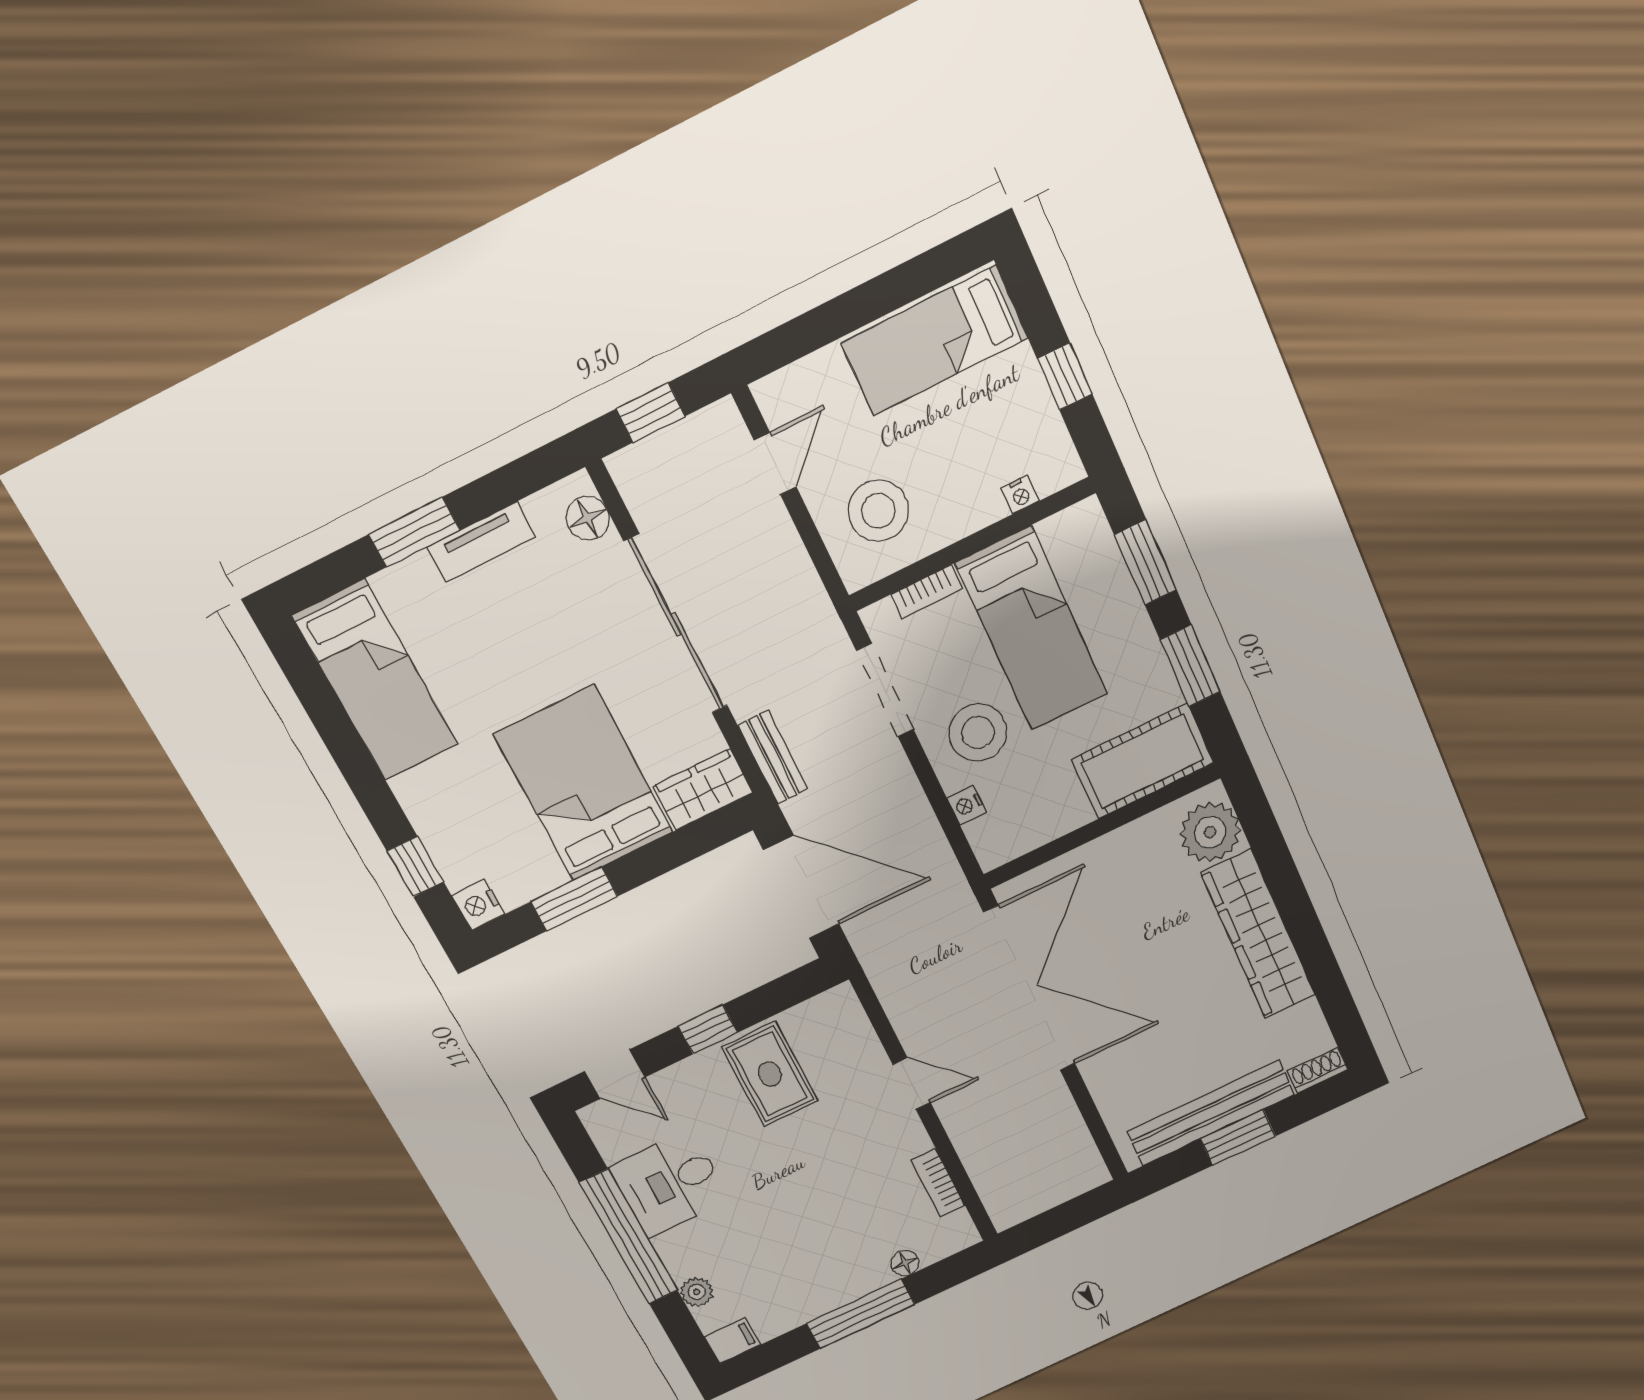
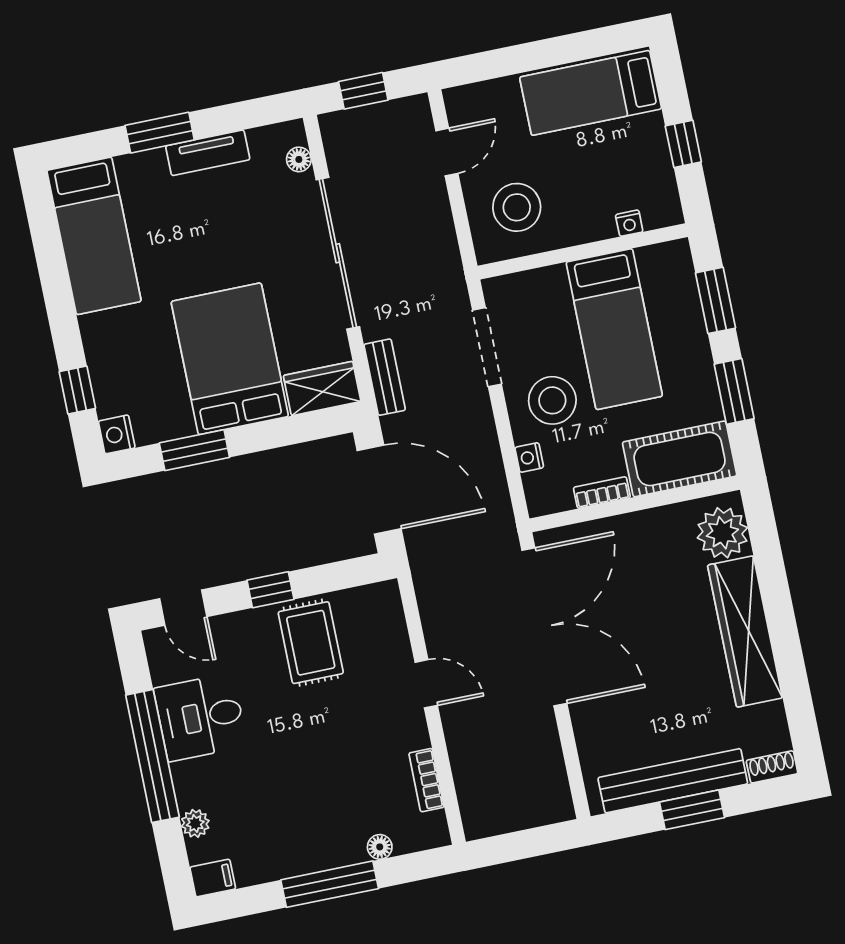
floor lamp: (588, 518) -> (299, 159), width x0.73, depth x0.73
bookcase: (927, 592) -> (602, 493), moved, turned 180

